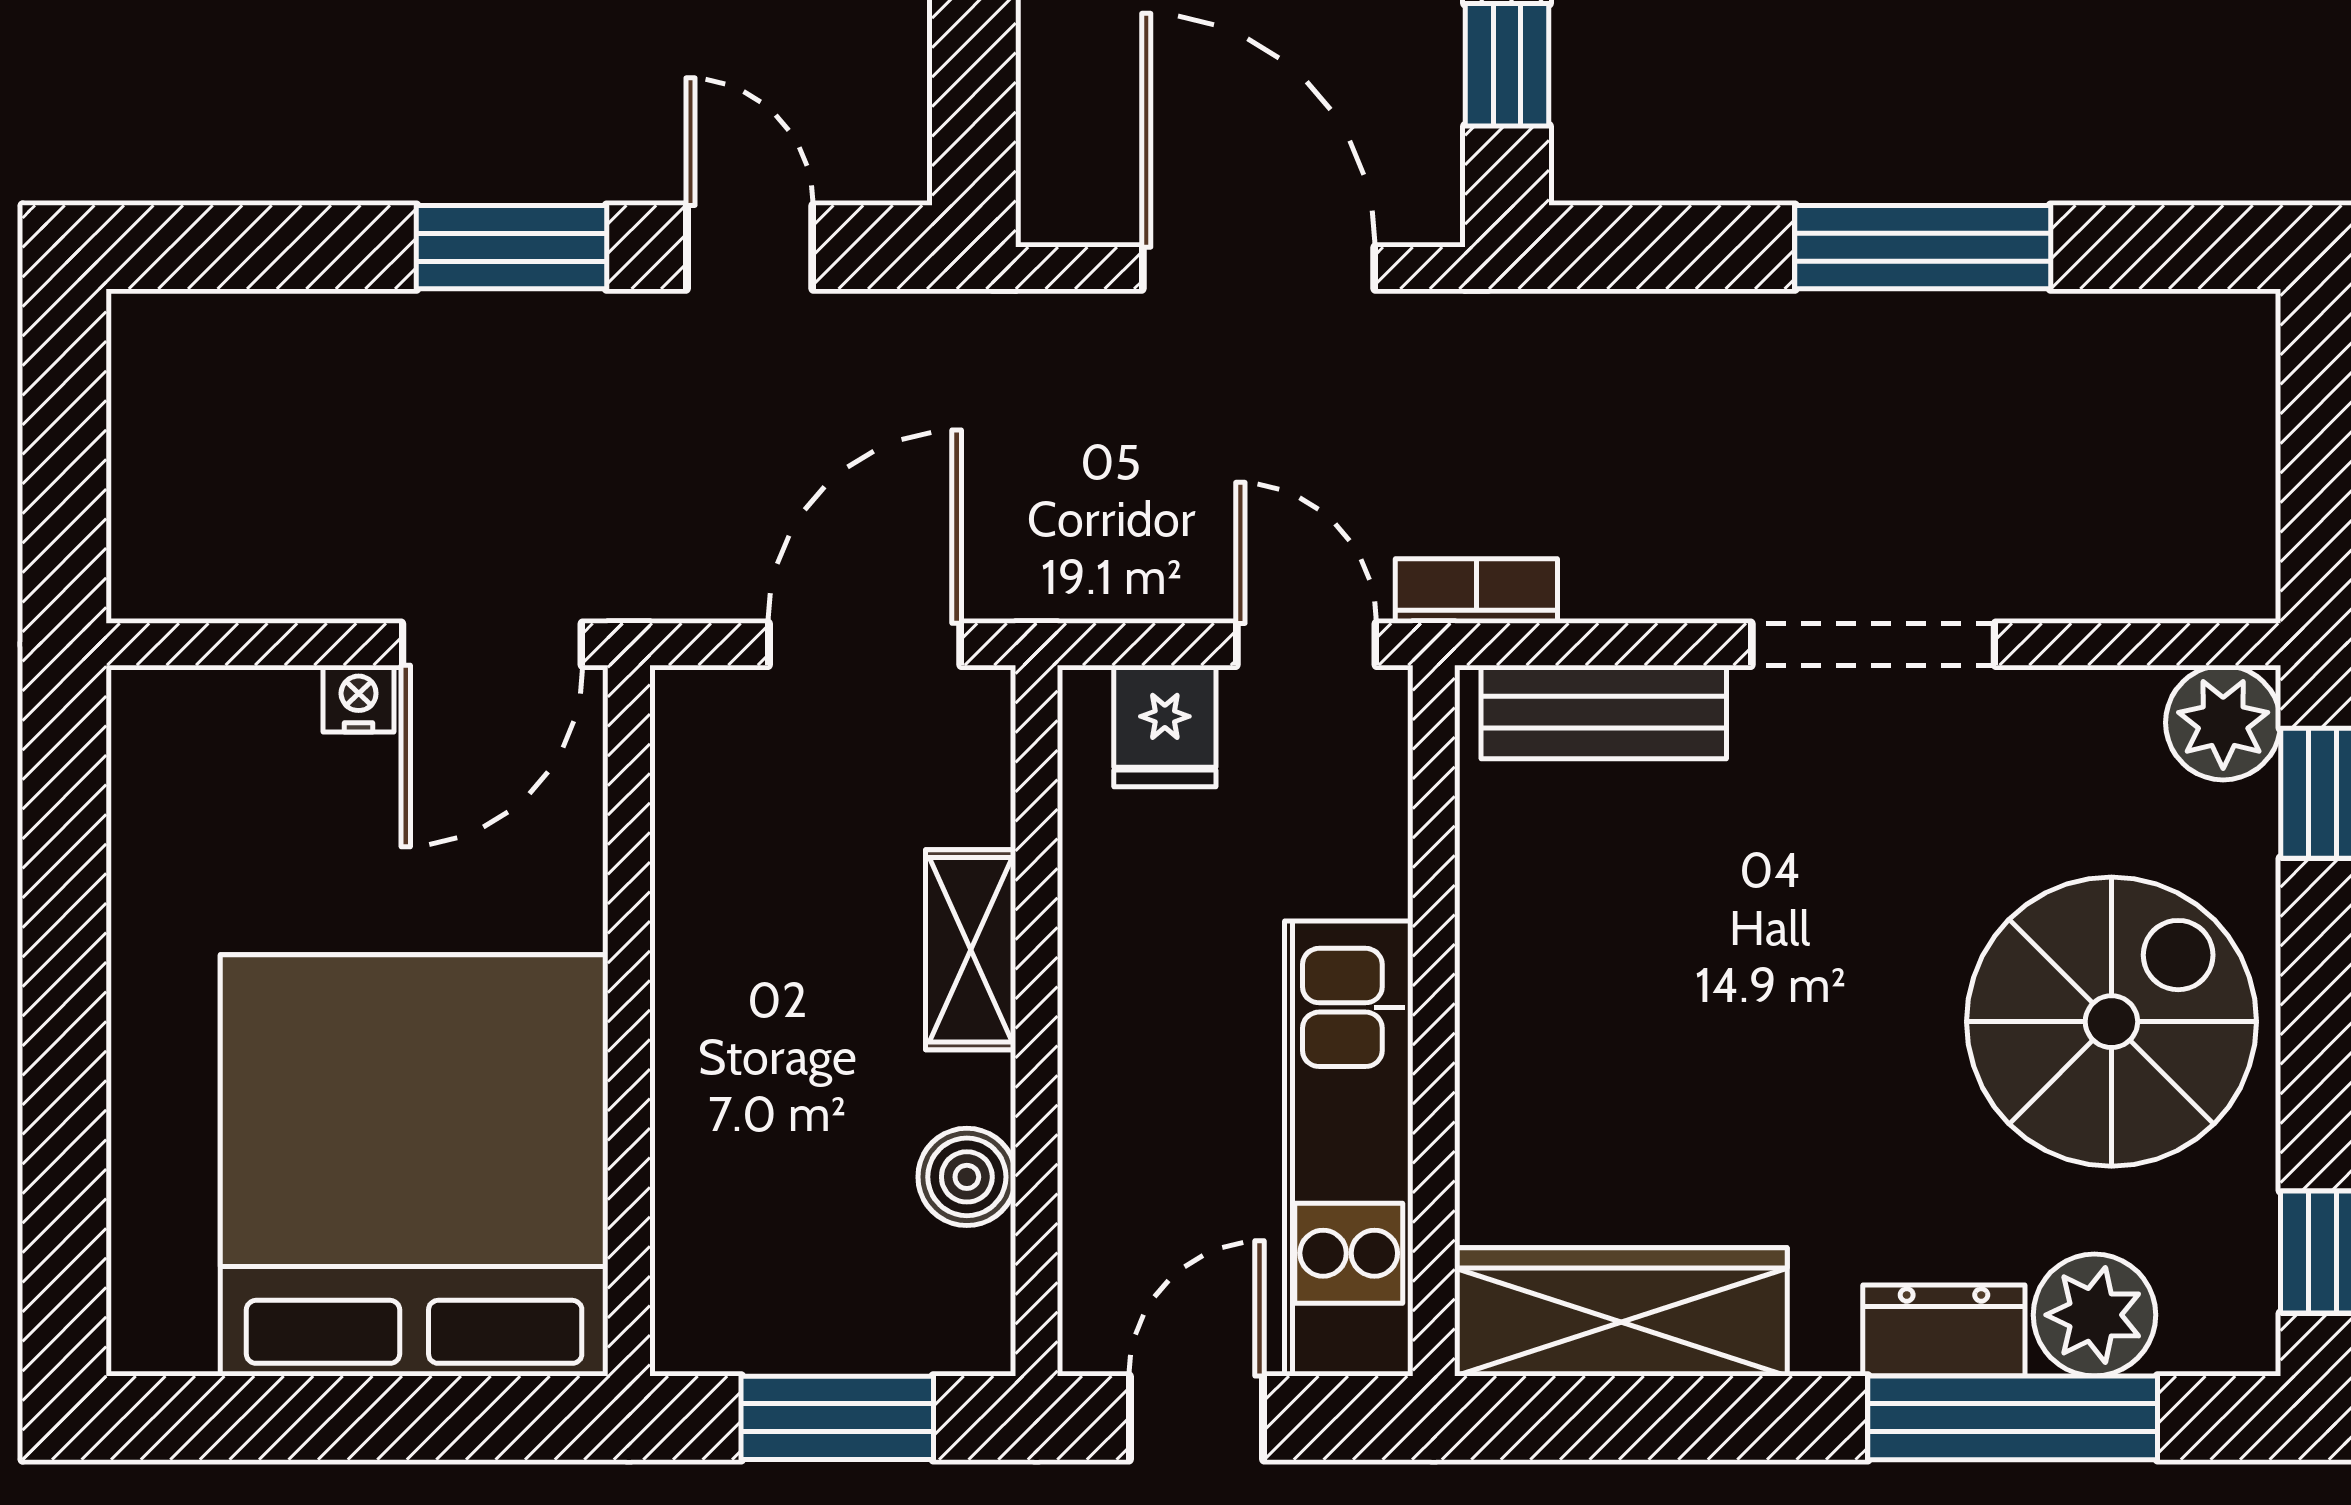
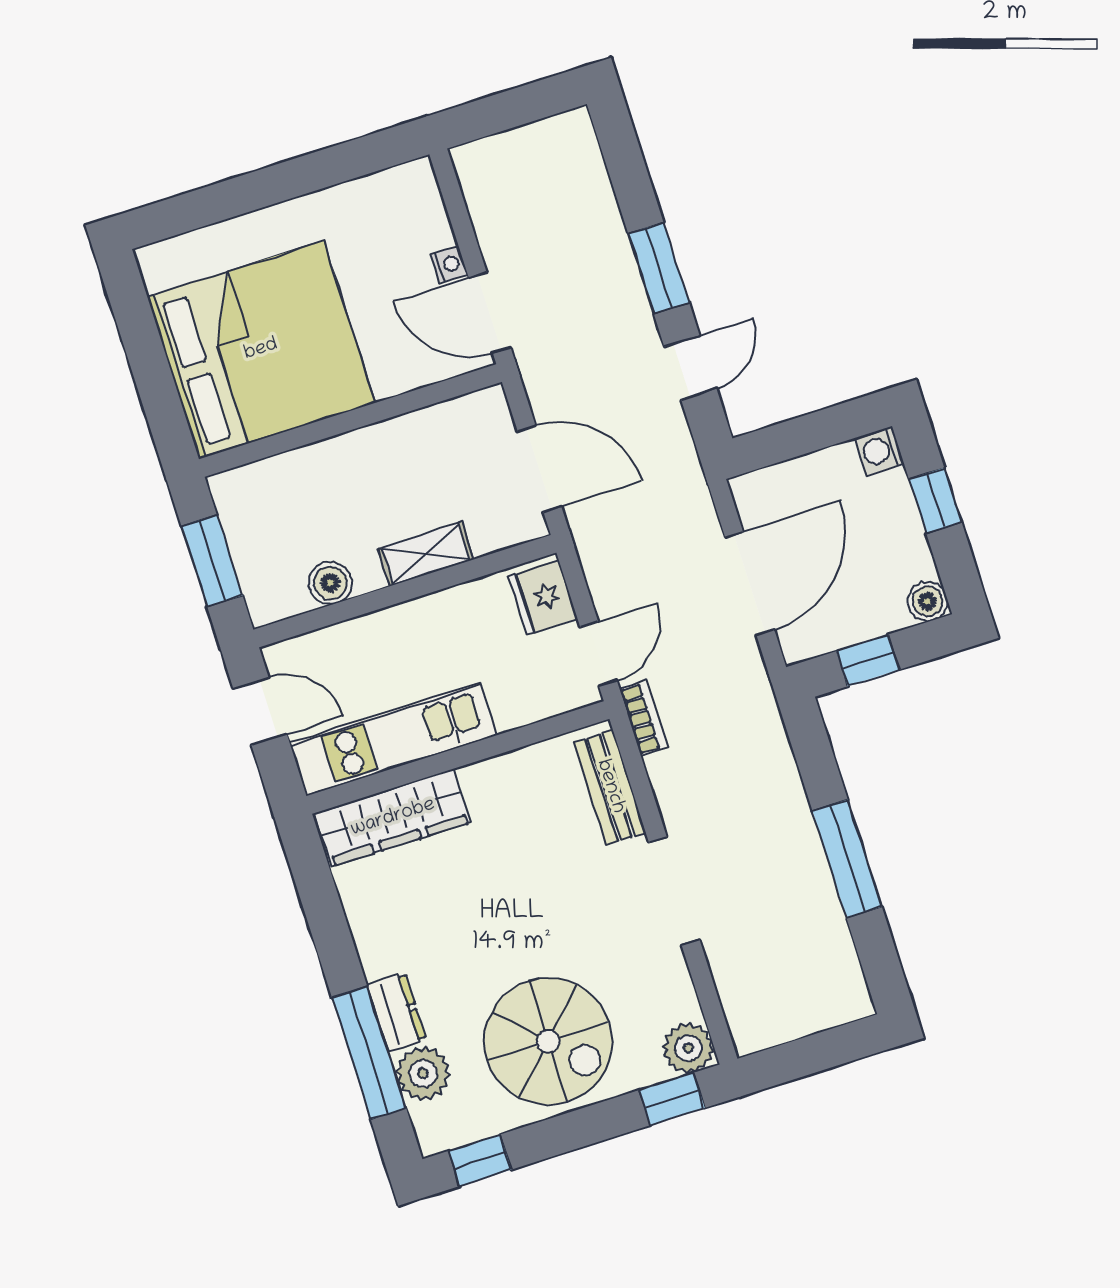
fridge: (1165, 726) -> (543, 597), width x1.38
wardrobe: (1621, 1312) -> (393, 818), moved, turned 90

